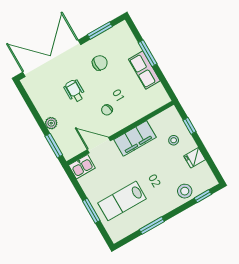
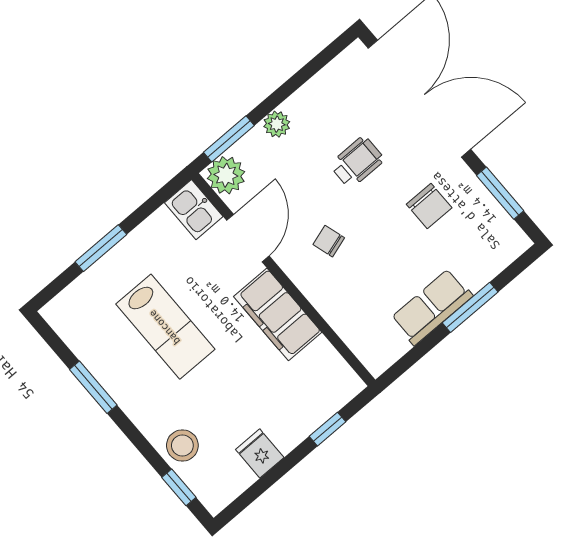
stool: (174, 140) -> (289, 400), removed
plant: (69, 150) -> (226, 175), added
lab bench: (122, 201) -> (165, 327), moved, turned 180

